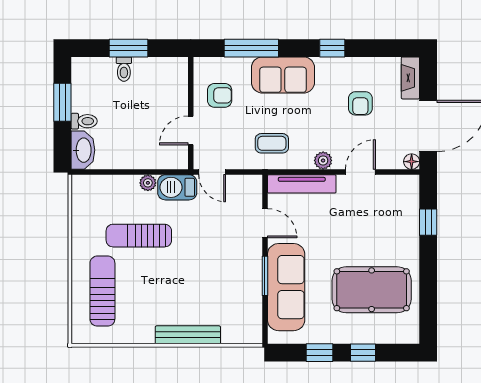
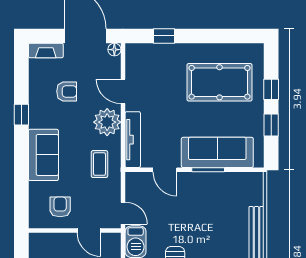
window: (251, 48) -> (21, 181), removed
plant: (323, 160) -> (107, 122), width x1.88, depth x1.88
door: (212, 172) -> (123, 213), hinge flipped
door: (265, 223) -> (165, 170), swing flipped
pool table: (372, 290) -> (219, 82), turned 90

